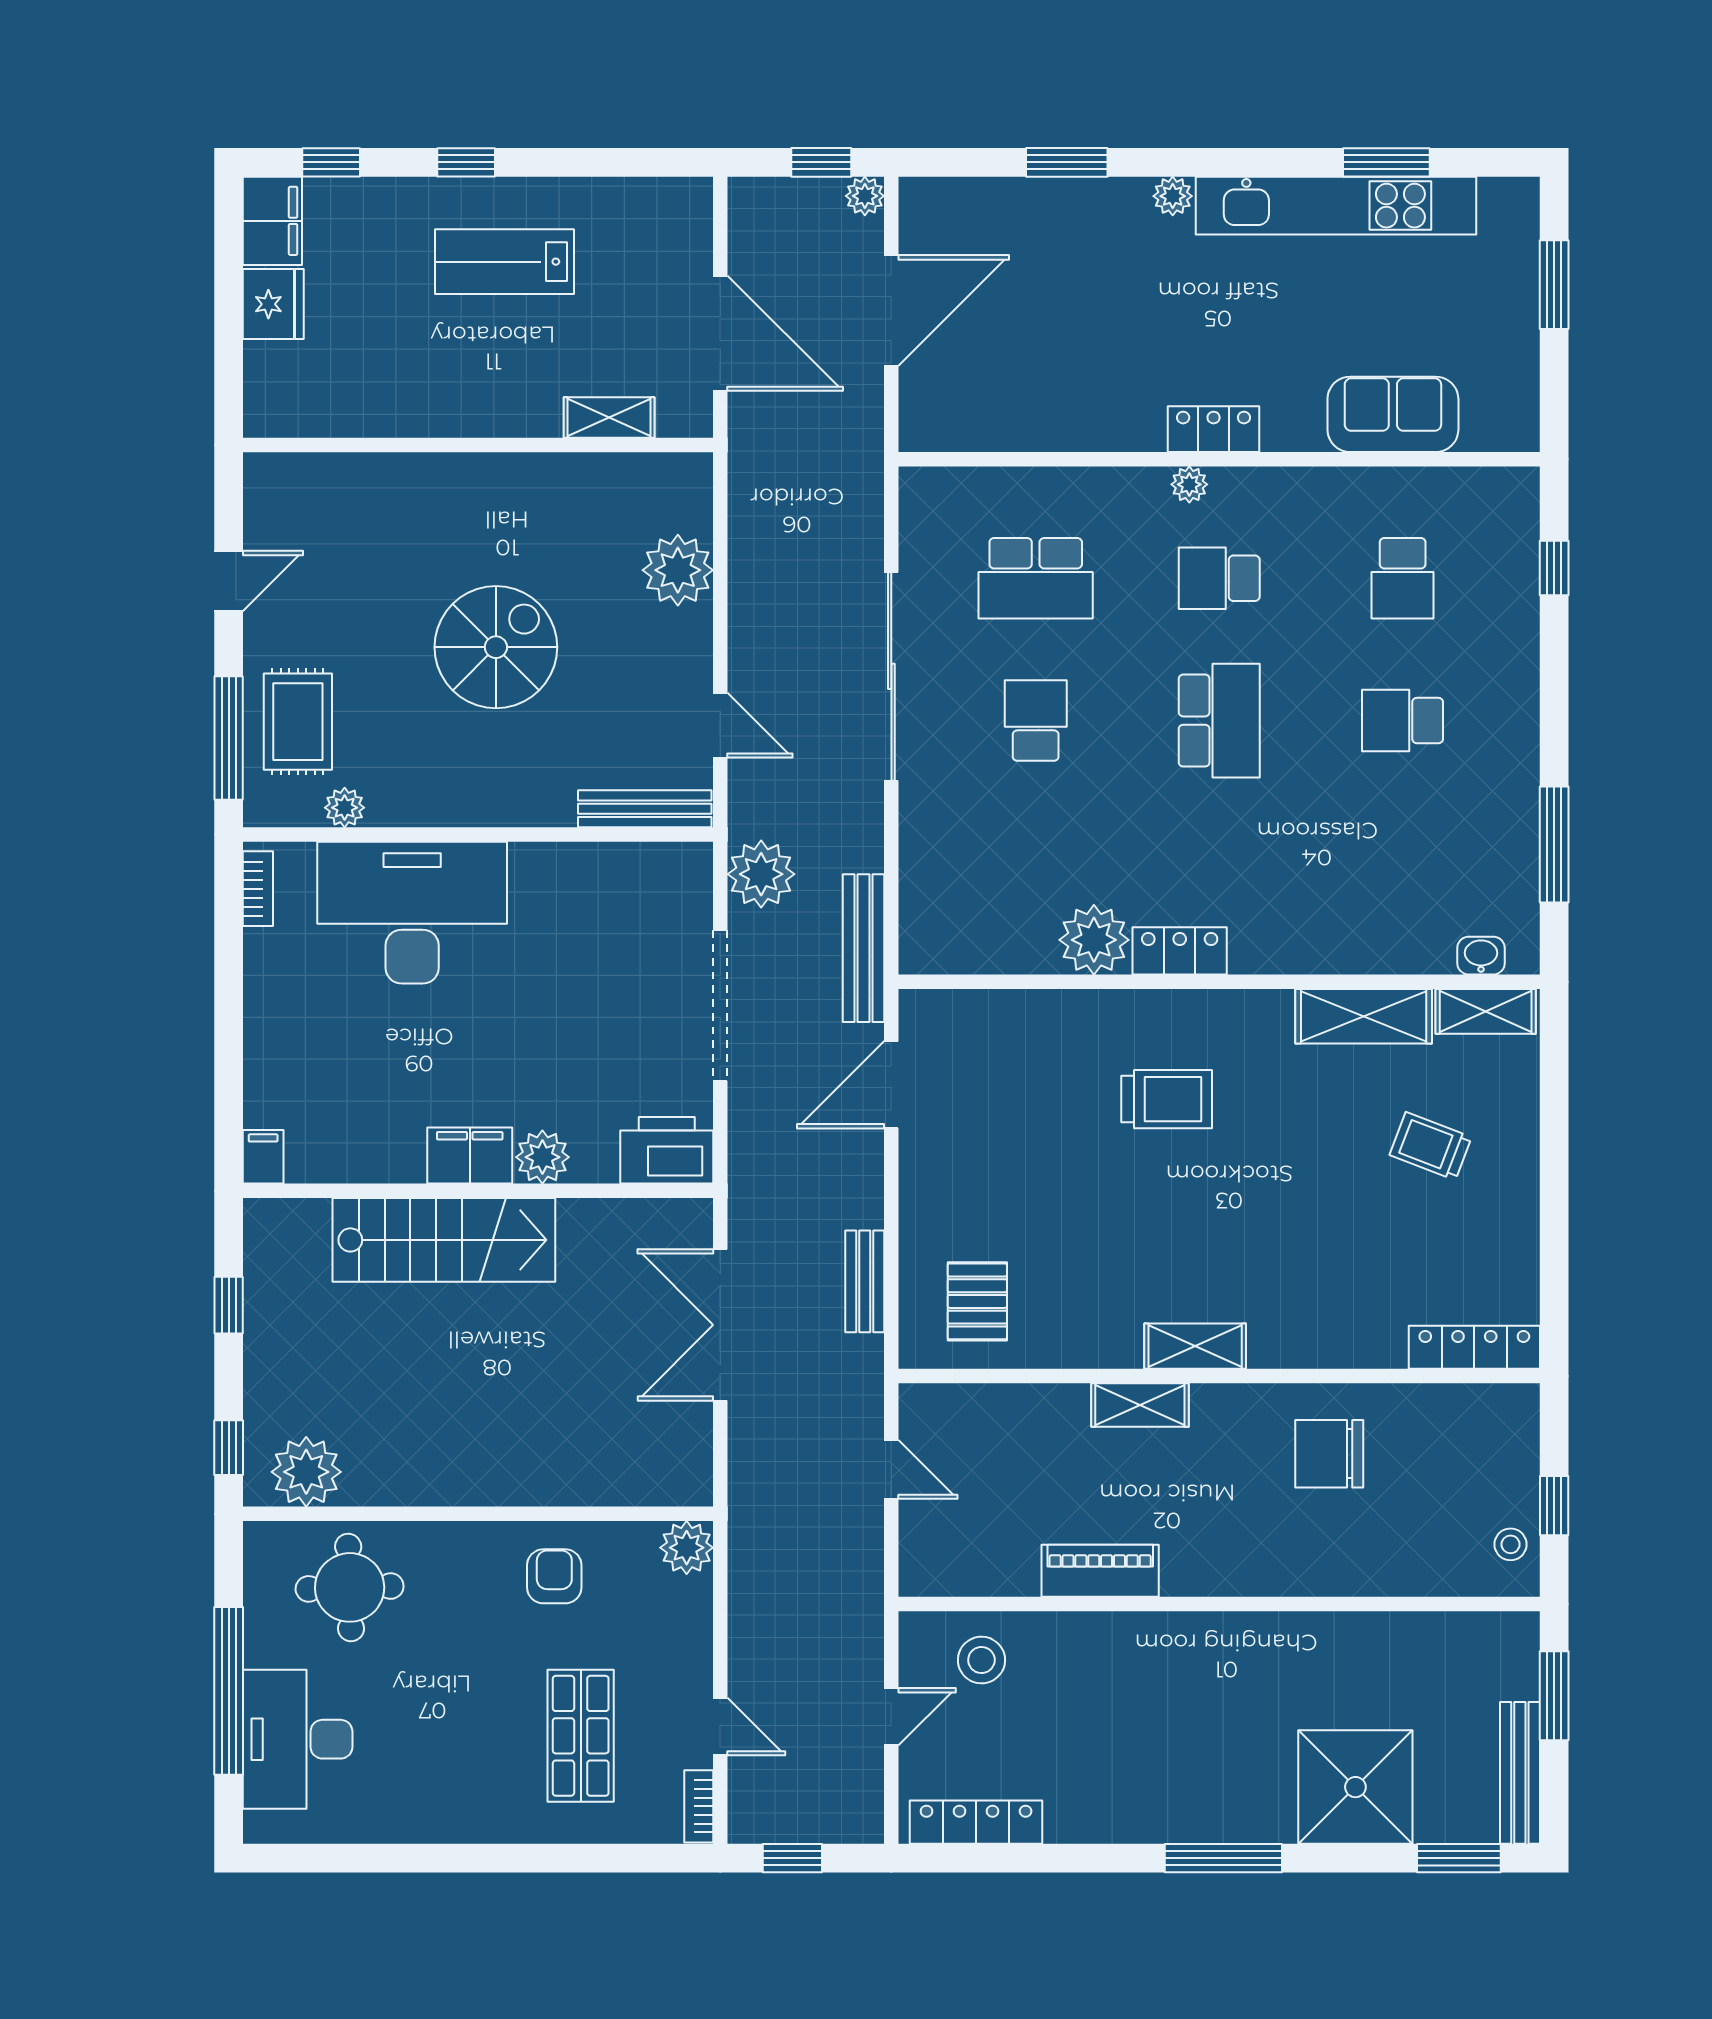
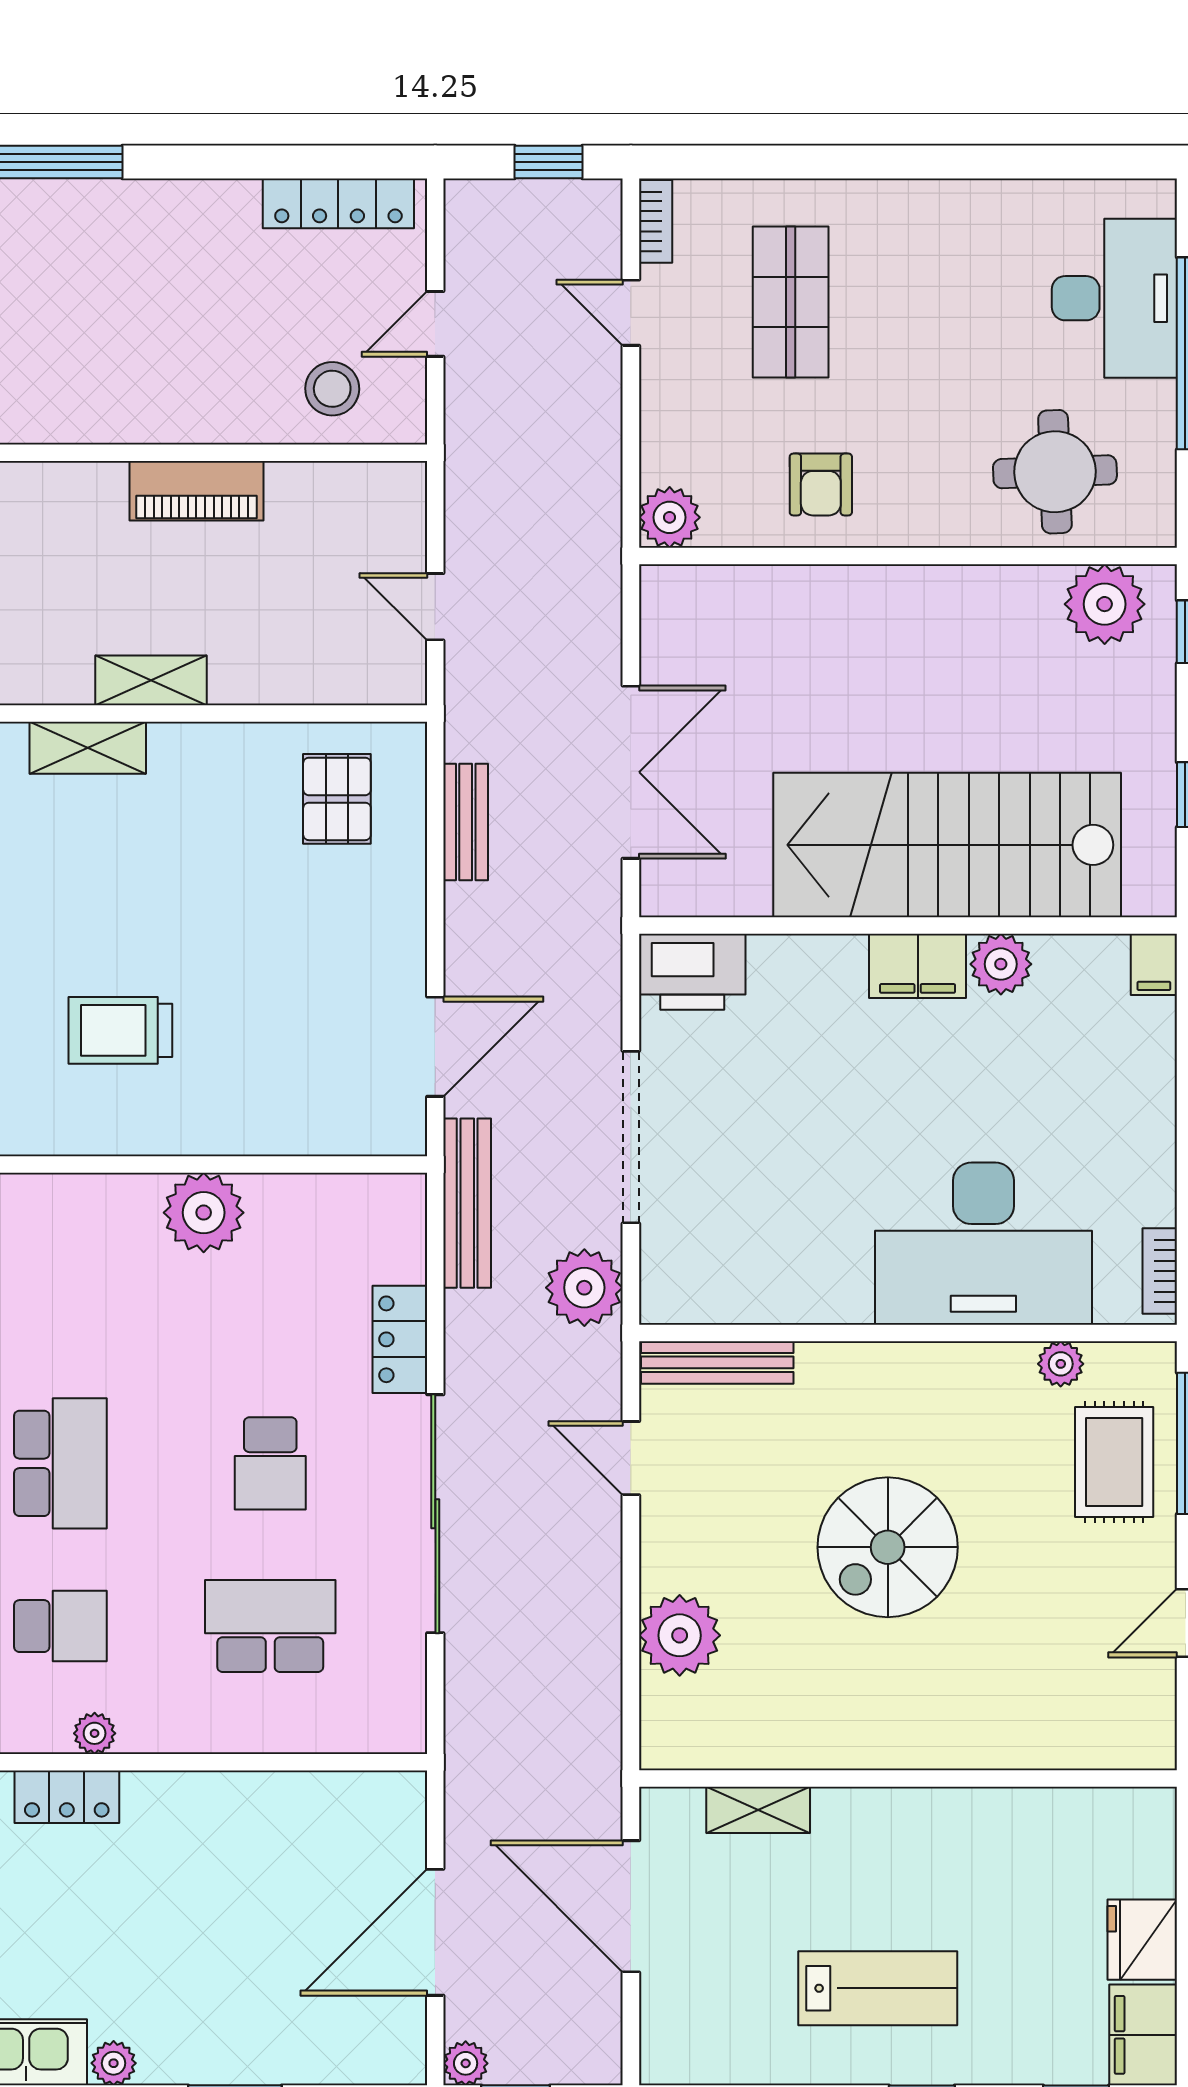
school desk: (1219, 721) -> (60, 1463), turned 180
locker: (1180, 951) -> (400, 1339), moved, turned 90
plant: (542, 1157) -> (1001, 964), moved
stairs: (444, 1240) -> (947, 845), width x1.36, depth x1.51

